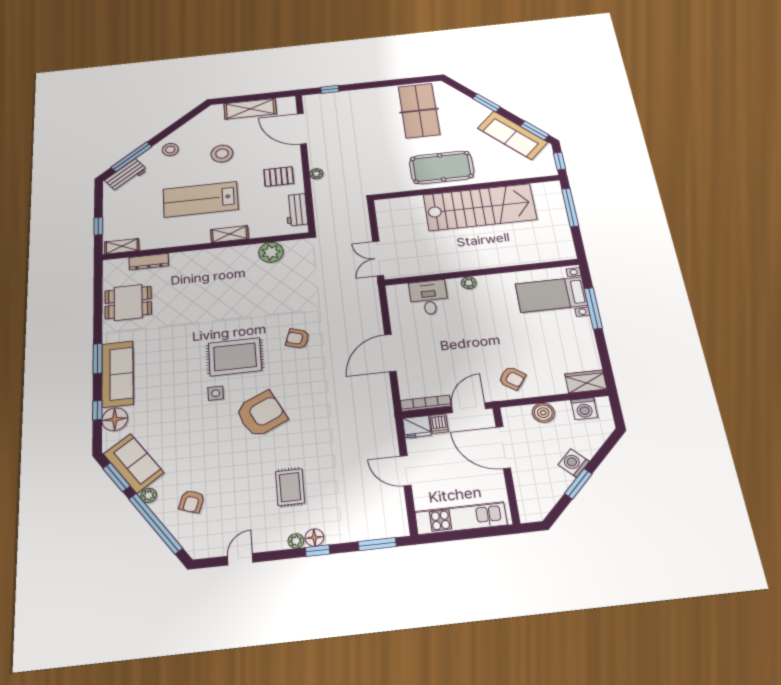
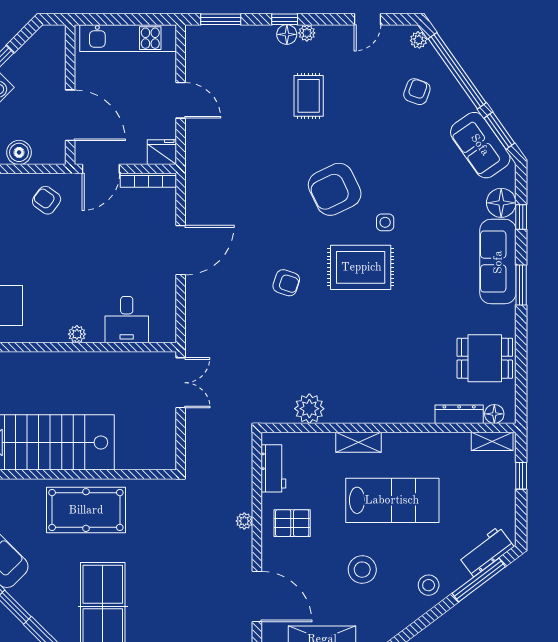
floor lamp: (120, 265) -> (494, 414), added
dishwasher: (439, 424) -> (137, 153), removed
plant: (149, 495) -> (419, 40), moved

